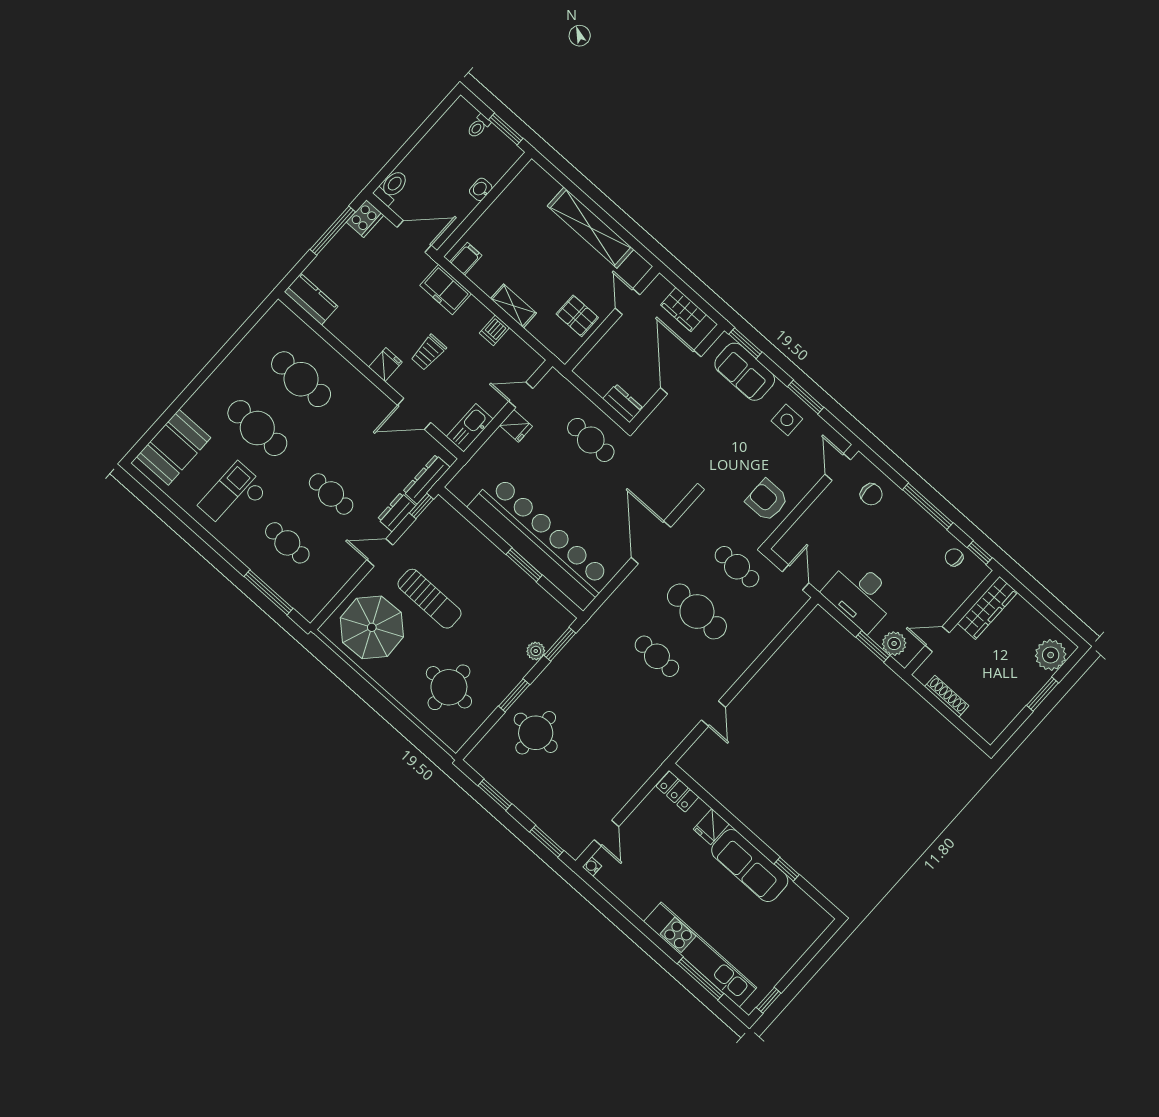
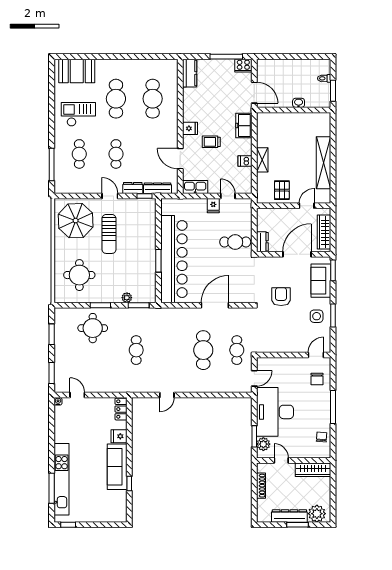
toilet: (391, 187) -> (266, 65), removed
filing cabinet: (466, 259) -> (264, 122), removed
wardrobe: (683, 310) -> (324, 232), width x1.50
cafe table: (591, 440) -> (235, 242), turned 90
armchair: (767, 500) -> (281, 297), moved
window: (980, 553) -> (333, 446), removed
desk: (860, 595) -> (275, 412), width x1.36, depth x1.30
cafe table: (657, 656) -> (136, 350), moved
dresser: (1021, 694) -> (289, 516), added
door: (606, 833) -> (77, 395), swing flipped

